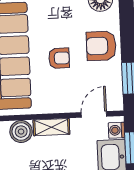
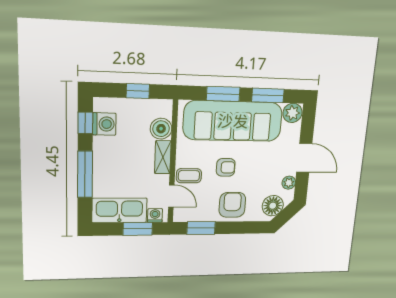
armchair: (59, 58) -> (226, 167), turned -90
coffee table: (70, 97) -> (189, 176), added

